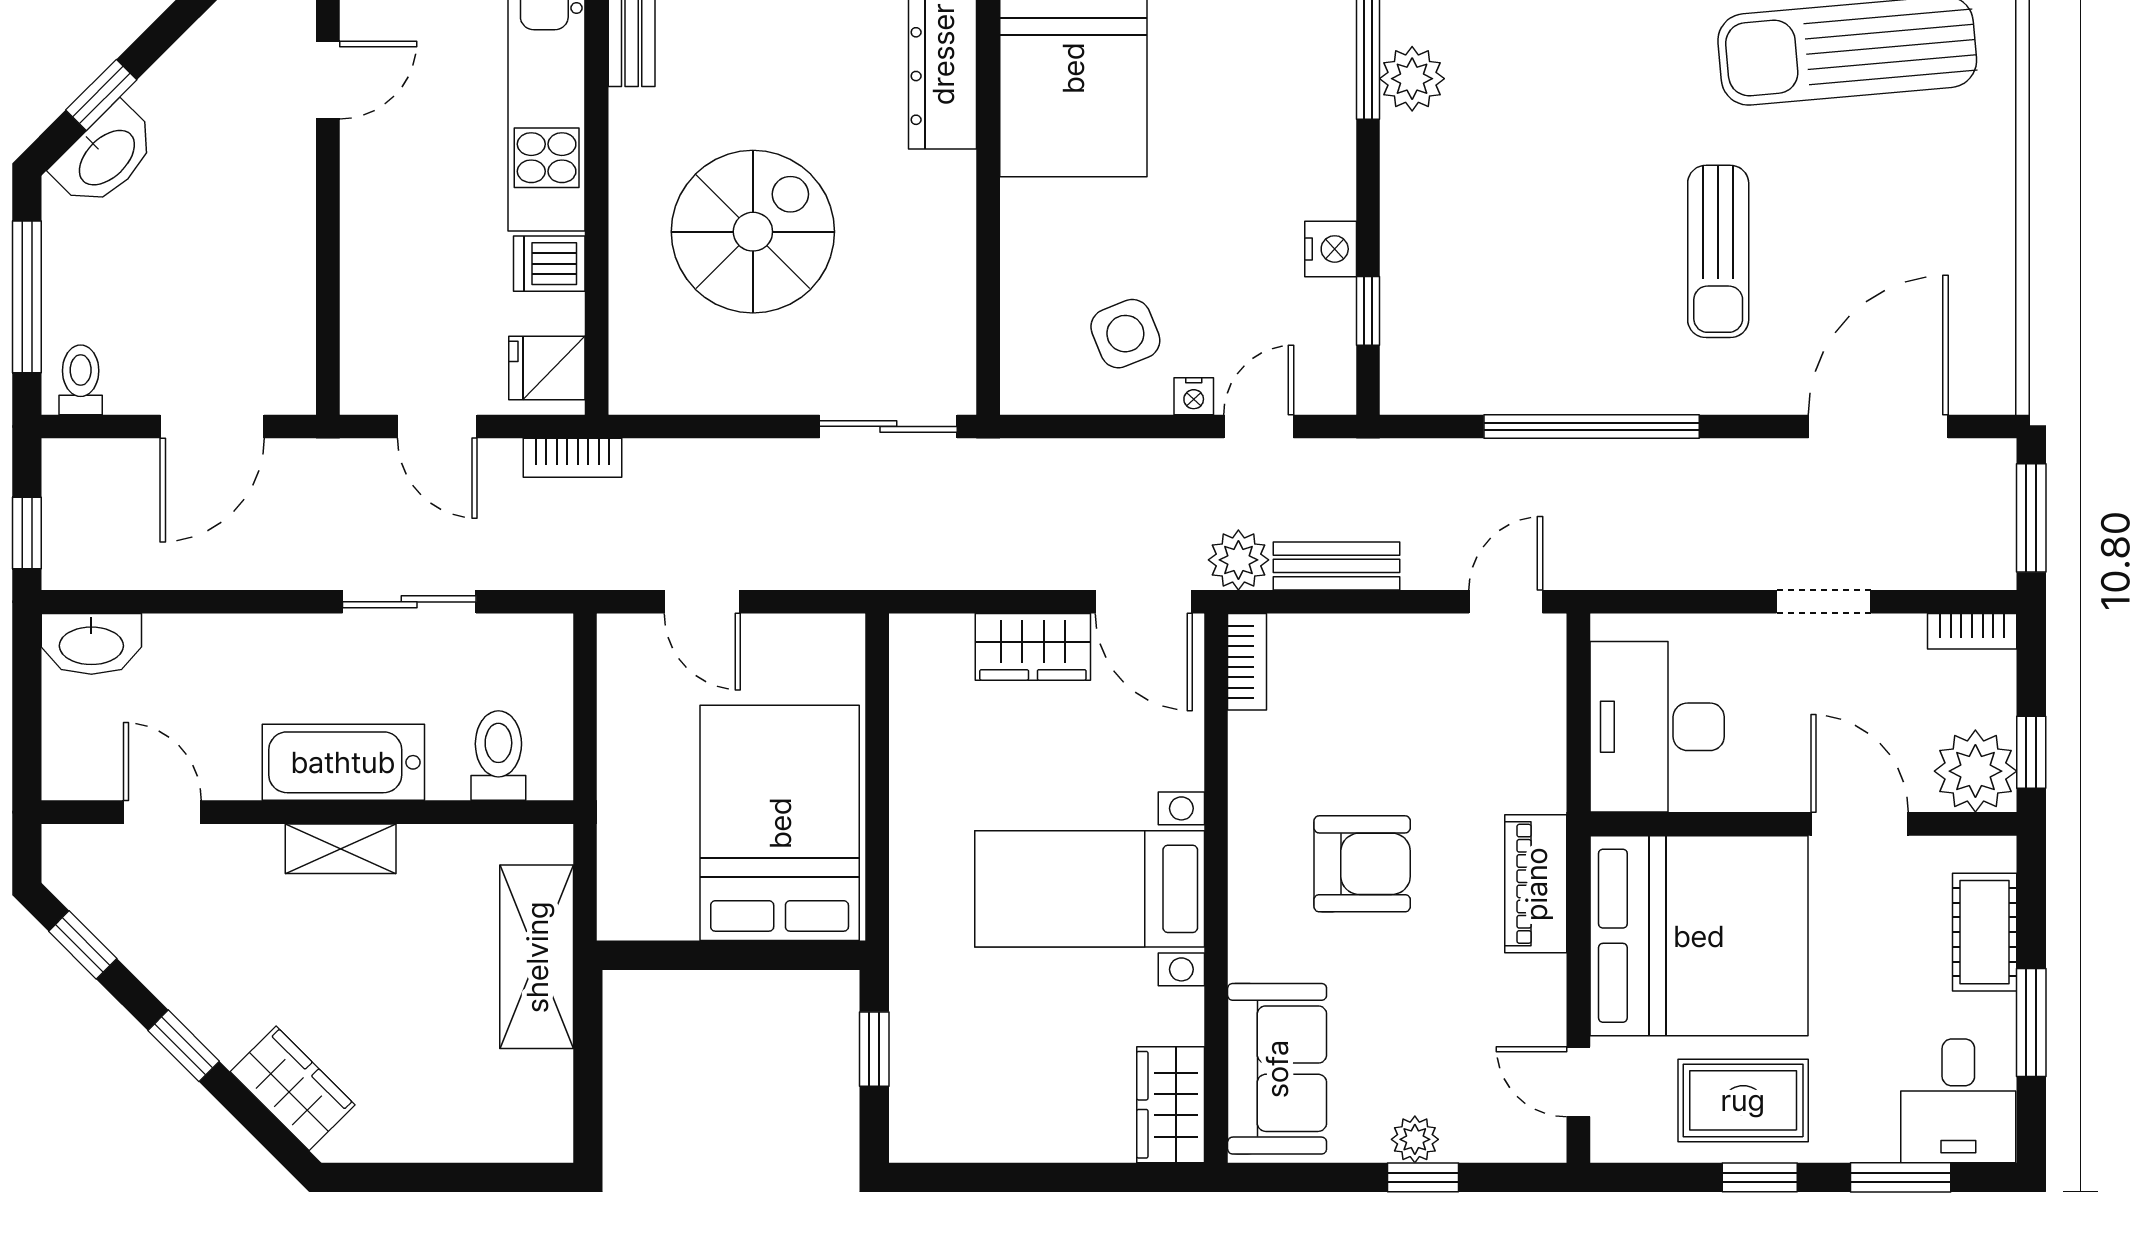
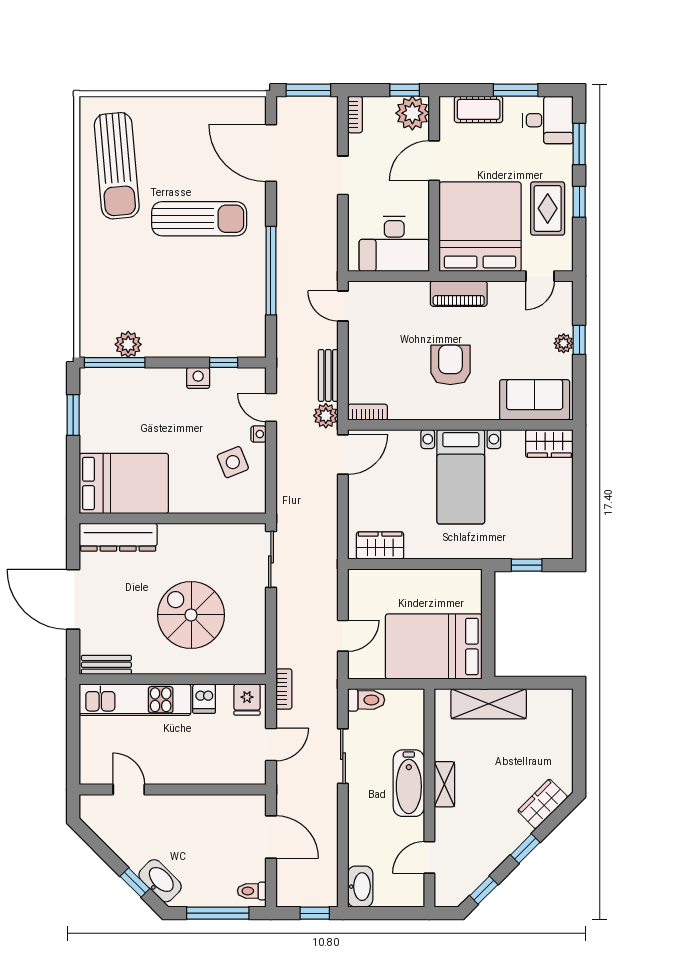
sun lounger: (1718, 251) -> (199, 219), width x1.36, depth x1.34
wardrobe: (1033, 647) -> (380, 546), moved, turned -90
toilet: (498, 756) -> (366, 700), moved, turned 180
bed: (780, 823) -> (434, 647), moved

